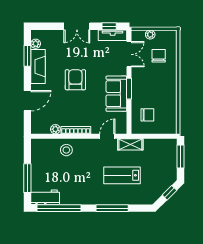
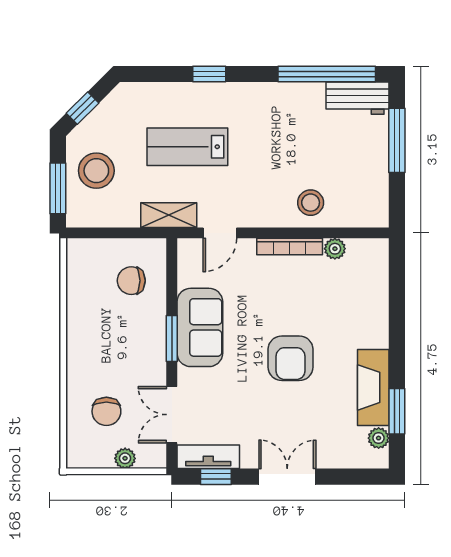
door: (27, 101) -> (397, 312), removed
stool: (163, 164) -> (96, 171), added
lab bench: (122, 175) -> (187, 147), turned 180
window: (112, 208) -> (209, 74), width x0.46

